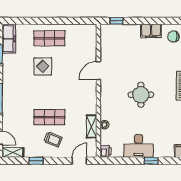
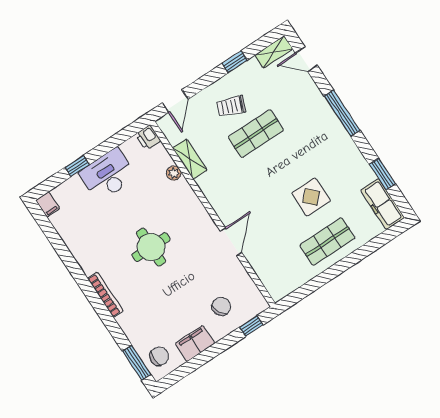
chair: (125, 41) -> (221, 306), added

